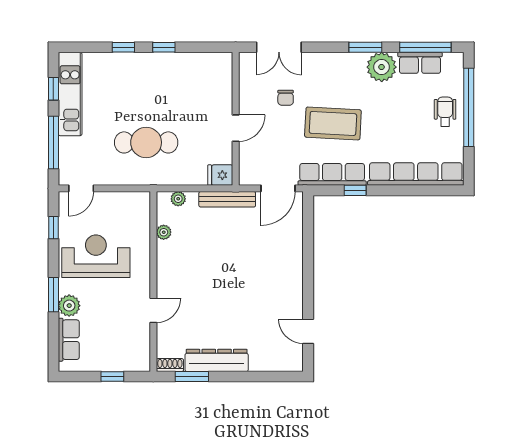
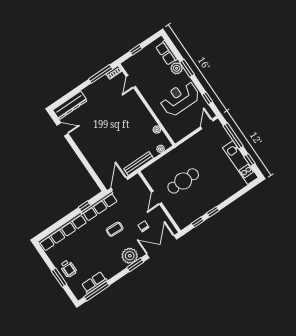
window: (123, 47) -> (198, 222), moved
double door: (279, 47) -> (162, 247), width x1.37
window: (365, 47) -> (135, 265), moved
plant: (382, 67) -> (130, 256), moved
window: (469, 107) -> (59, 278), width x0.47
coffee table: (333, 123) -> (115, 229), width x0.54, depth x0.58
cafe table: (146, 142) -> (183, 181), moved
fridge: (220, 175) -> (149, 172), removed
reception desk: (96, 256) -> (180, 98), turned 180
door: (153, 310) -> (131, 81), moved
dresser: (217, 360) -> (70, 105), moved
window: (192, 377) -> (101, 74), width x1.44

